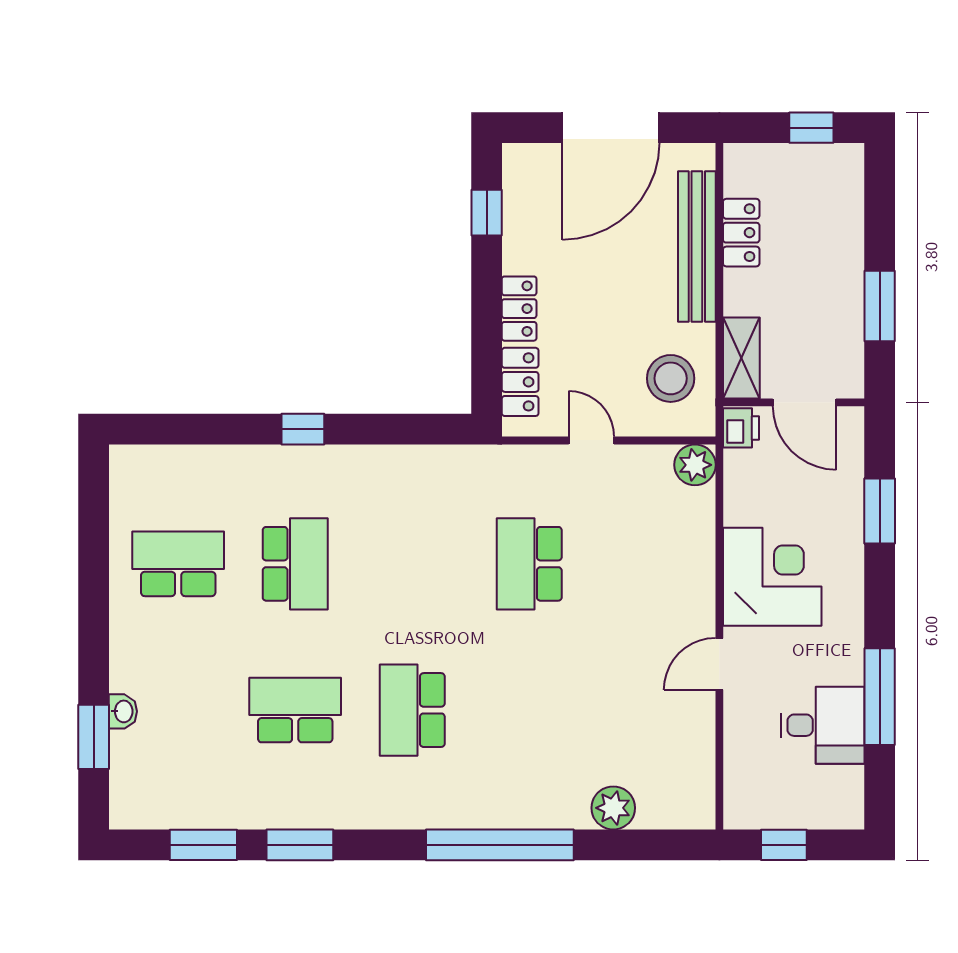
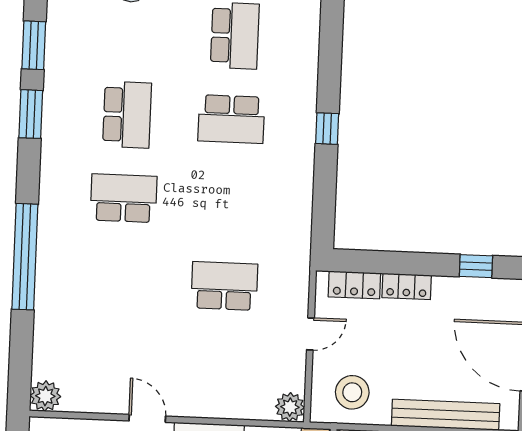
plant: (613, 808) -> (45, 396), moved

